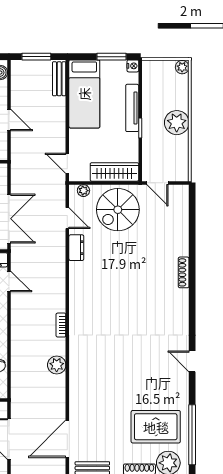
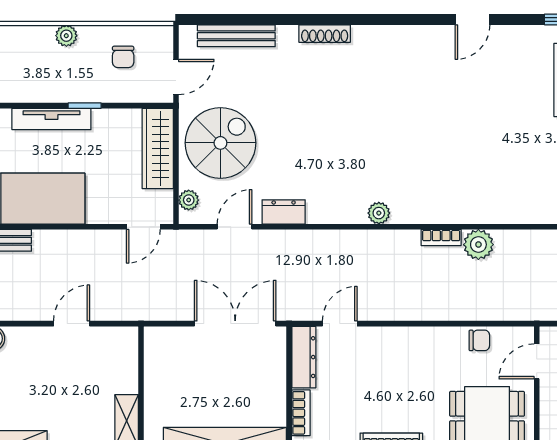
plant: (177, 123) -> (66, 36), width x0.53, depth x0.53
chair: (170, 151) -> (123, 57), added
spiral stairs: (118, 210) -> (220, 143), turned -90
bench: (182, 219) -> (236, 36), added
plant: (76, 305) -> (379, 213), added
bookcase: (61, 325) -> (441, 237), moved

